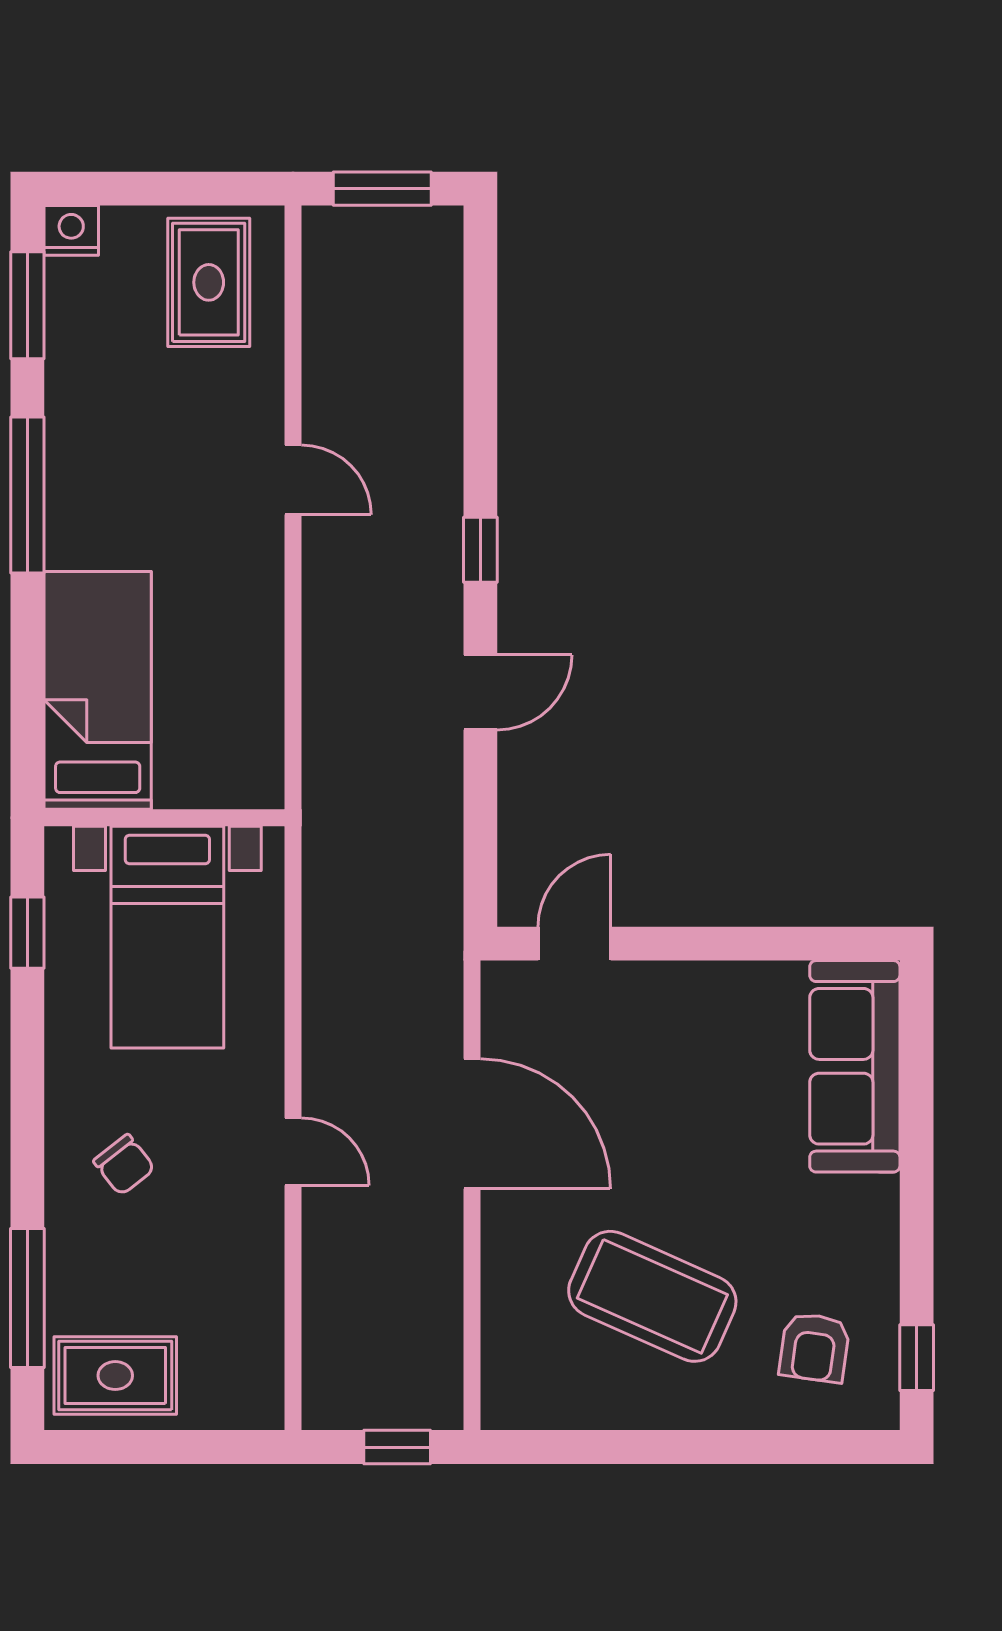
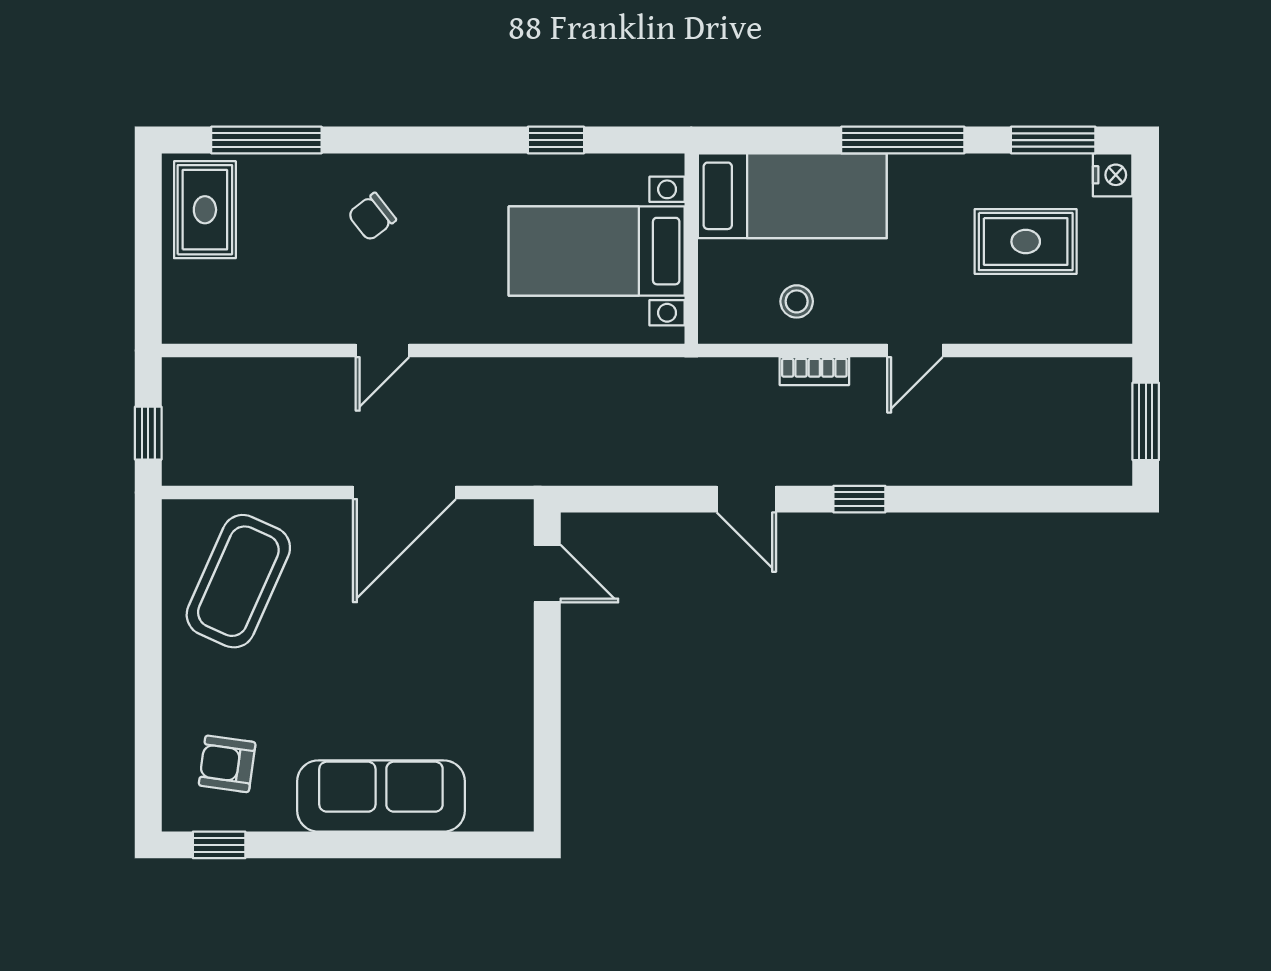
rug: (209, 282) -> (1026, 242), moved
bookcase: (319, 607) -> (814, 371), added
stool: (231, 629) -> (797, 301), added
bed: (98, 690) -> (792, 196), moved
wall: (164, 818) -> (691, 249), moved
bed with nightstands: (167, 937) -> (597, 251), moved
sofa: (855, 1066) -> (381, 796), moved
coffee table: (652, 1296) -> (238, 581), moved

